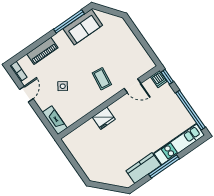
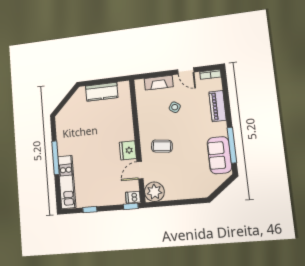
plant: (144, 64) -> (154, 192), added
window: (190, 110) -> (90, 210), width x0.32
fridge: (104, 118) -> (128, 150), moved
fireplace: (55, 120) -> (159, 83), moved
kitchen counter: (143, 168) -> (102, 92), moved, turned 90

